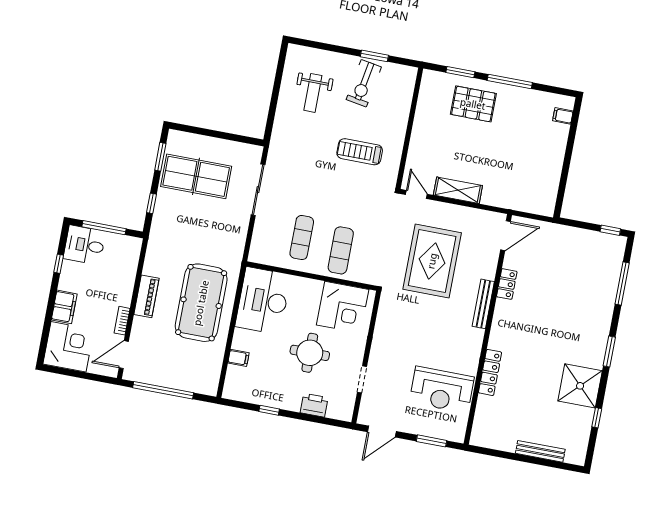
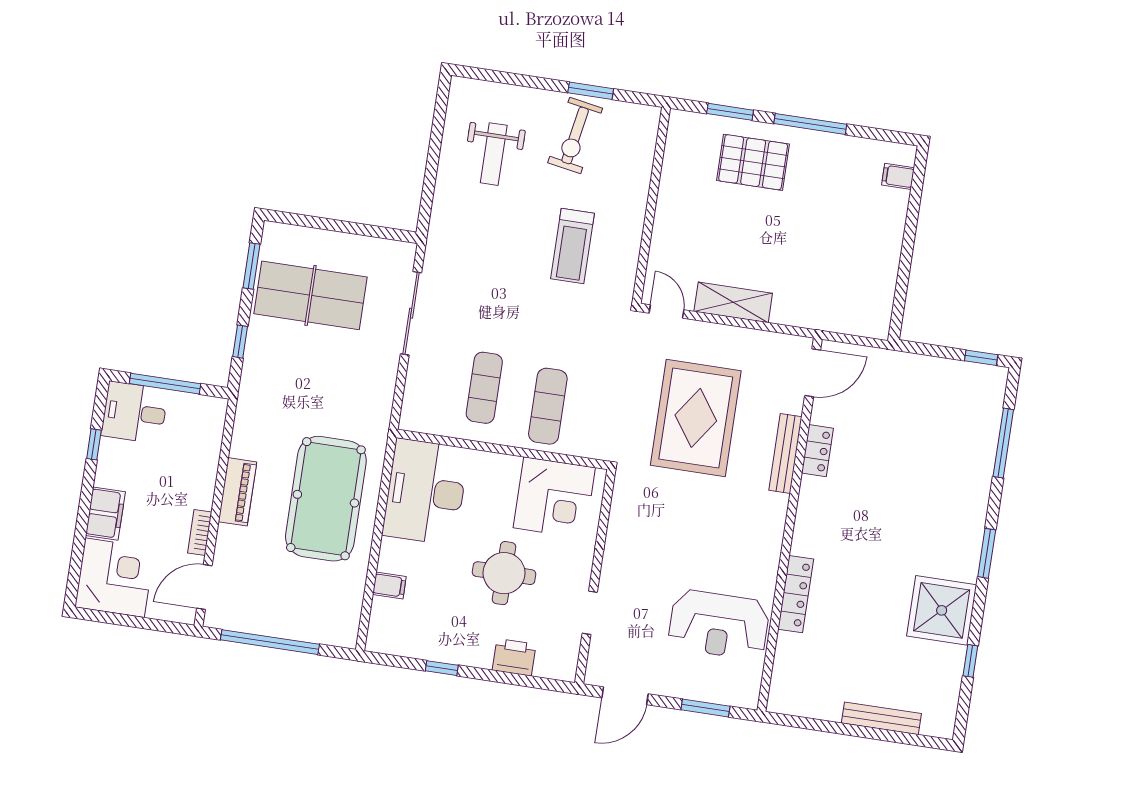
treadmill: (360, 152) -> (573, 246), turned -90
bench: (483, 304) -> (785, 453), moved

